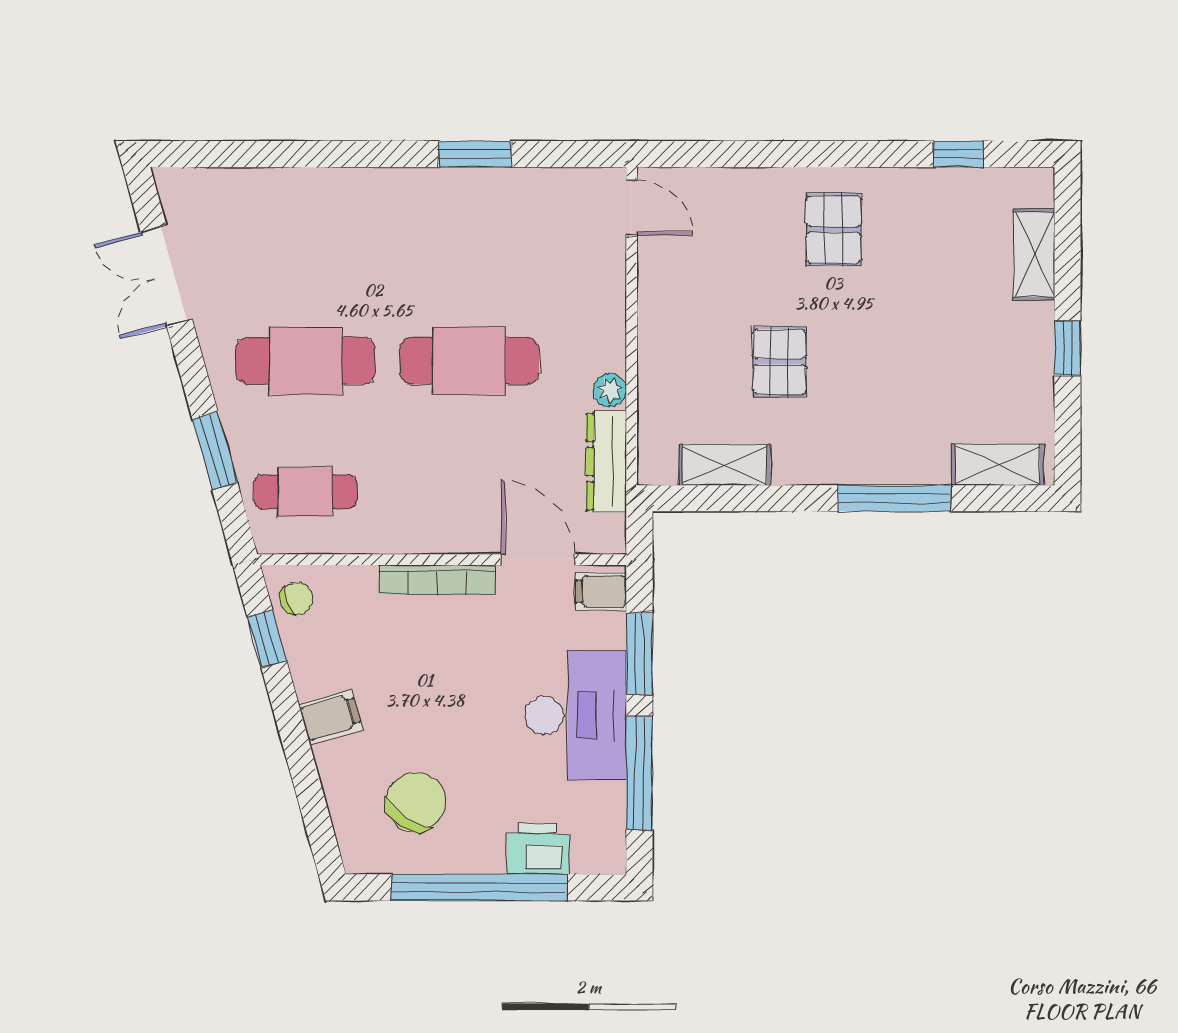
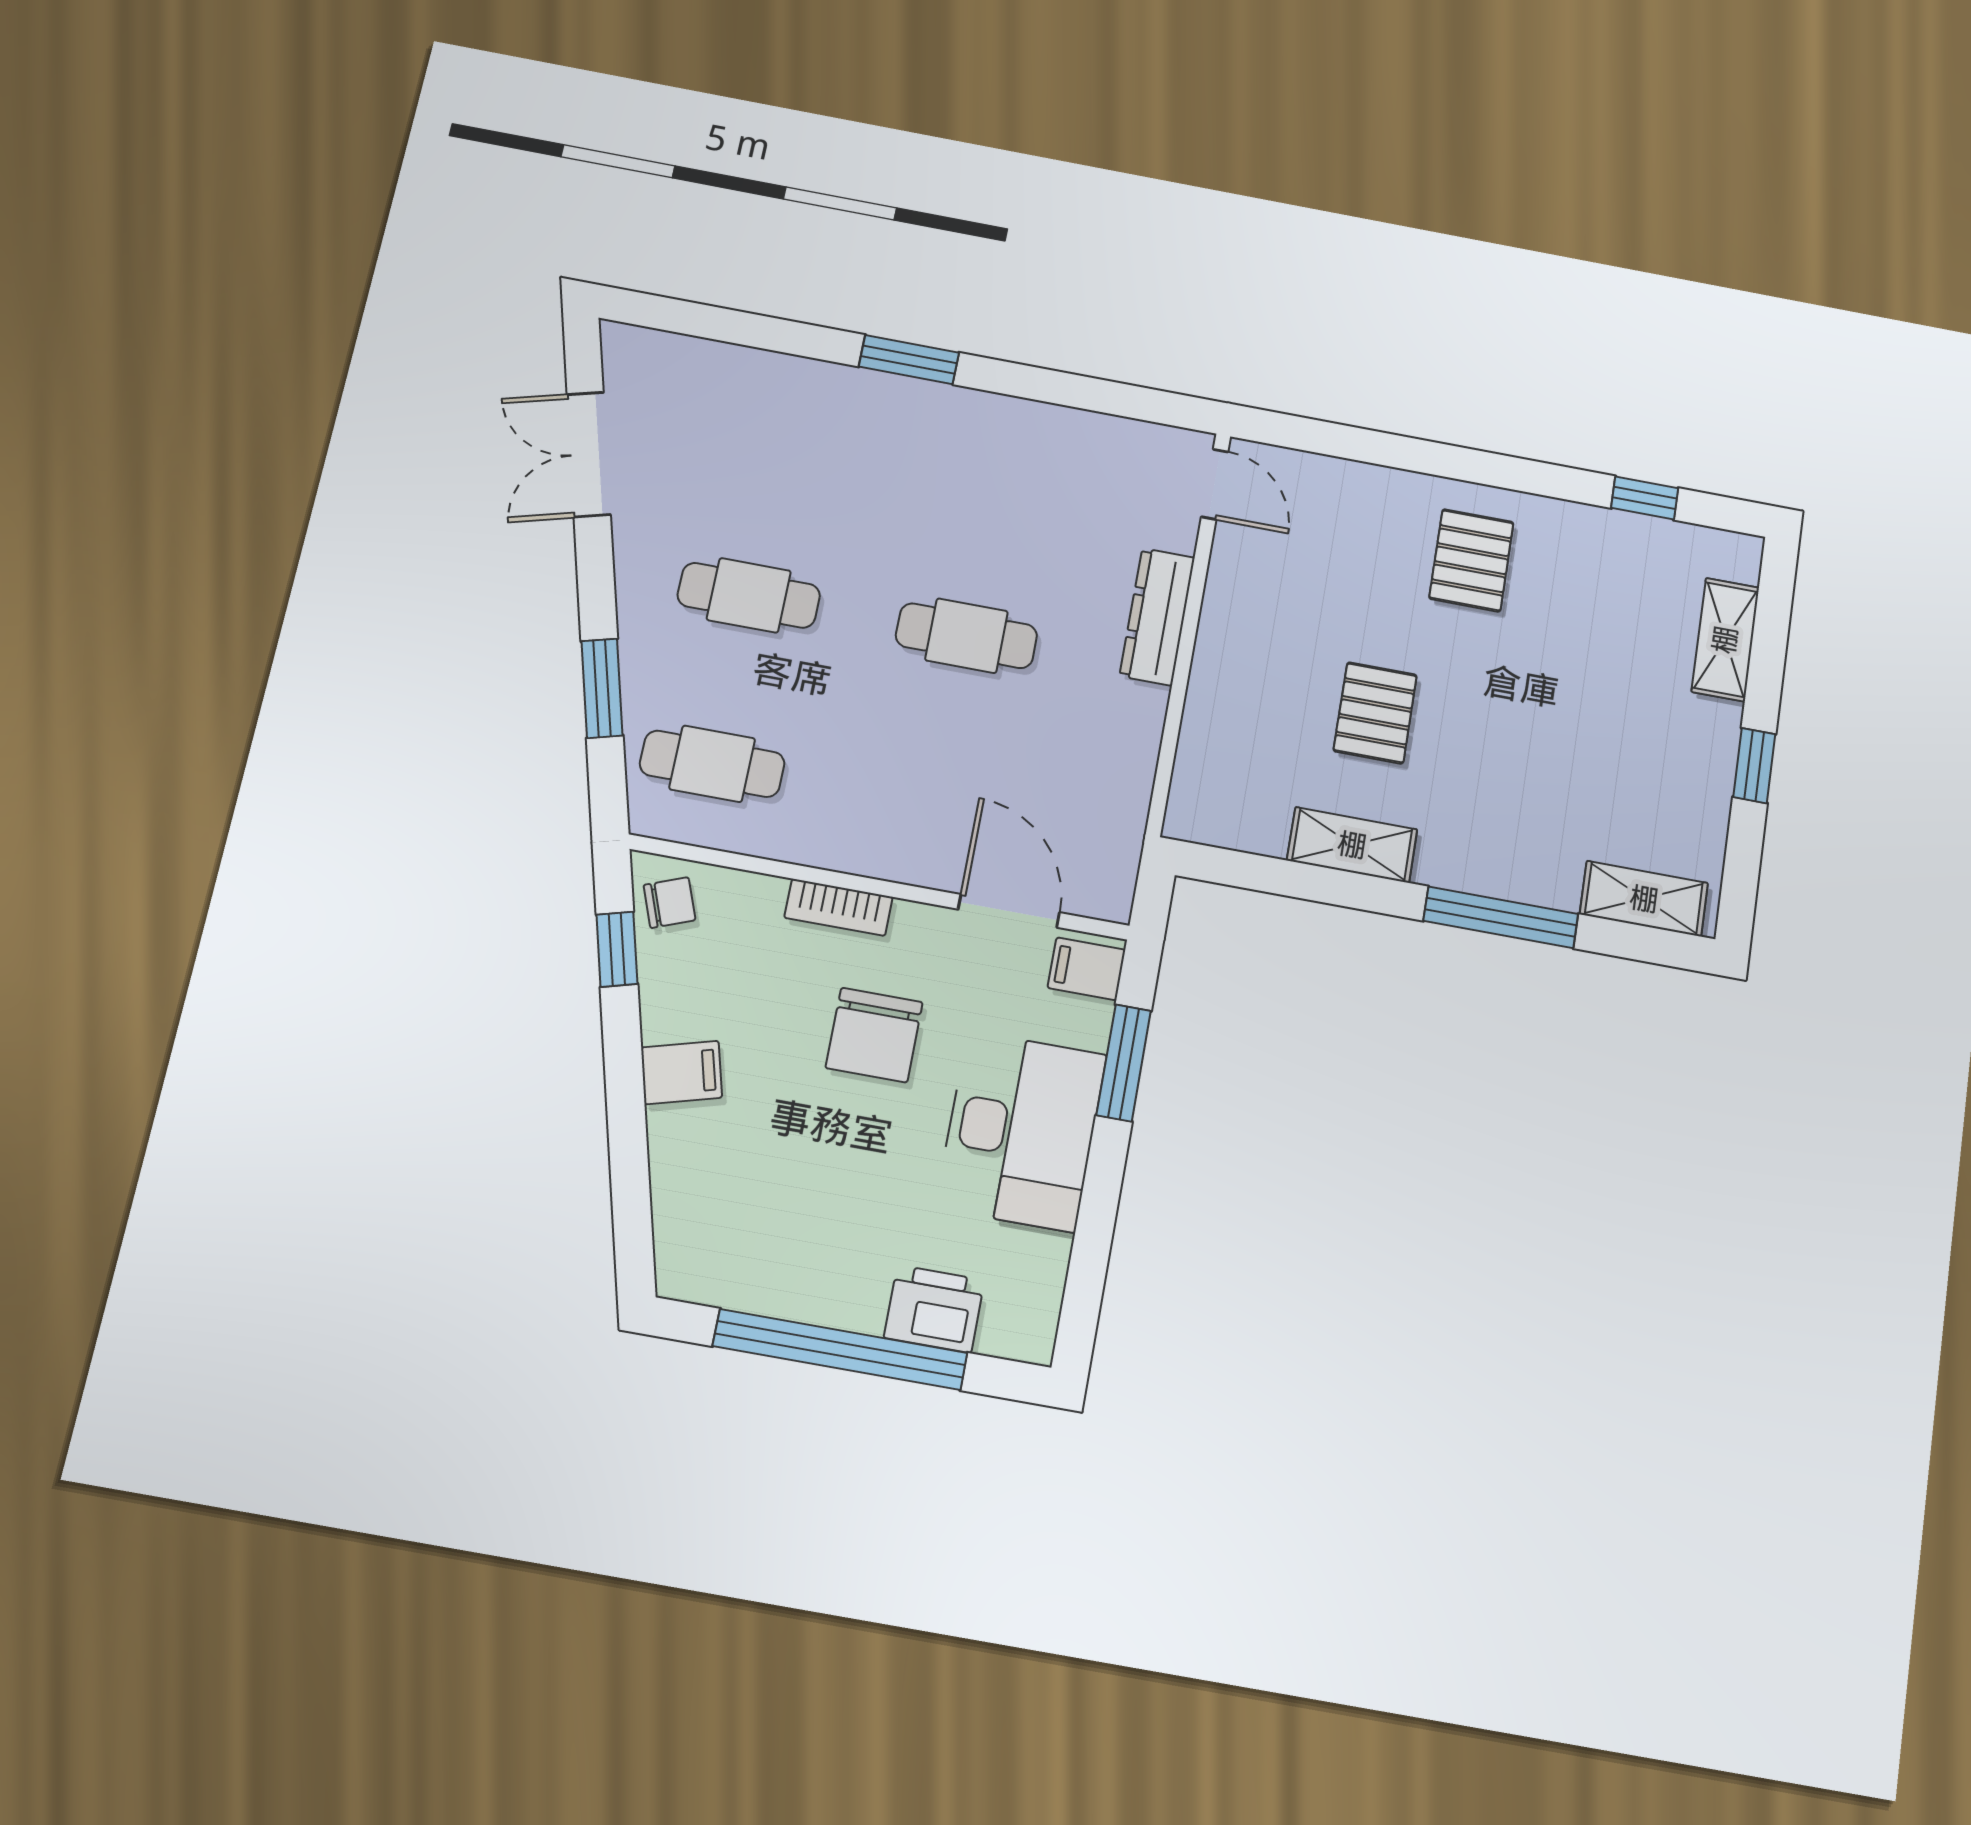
window: (475, 154) -> (909, 360), moved
cafe table: (305, 361) -> (749, 595), width x0.73, depth x0.74
cafe table: (469, 361) -> (966, 636), width x0.73, depth x0.74
plant: (610, 390) -> (1145, 708), removed
dresser: (606, 461) -> (1157, 617), moved
shelving: (725, 465) -> (1352, 845), moved
bookcase: (437, 580) -> (839, 907), width x0.64
window: (639, 773) -> (1095, 1227), removed
chair: (416, 802) -> (874, 1035), moved, turned 147

